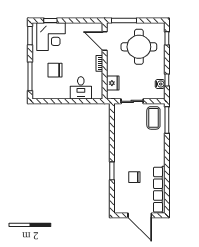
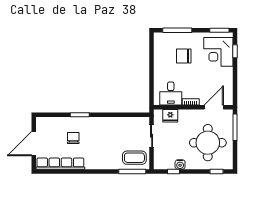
chair: (55, 70) -> (184, 56), turned -90
water cooler: (160, 84) -> (180, 164), moved
desk: (81, 88) -> (171, 94), moved, turned -90

